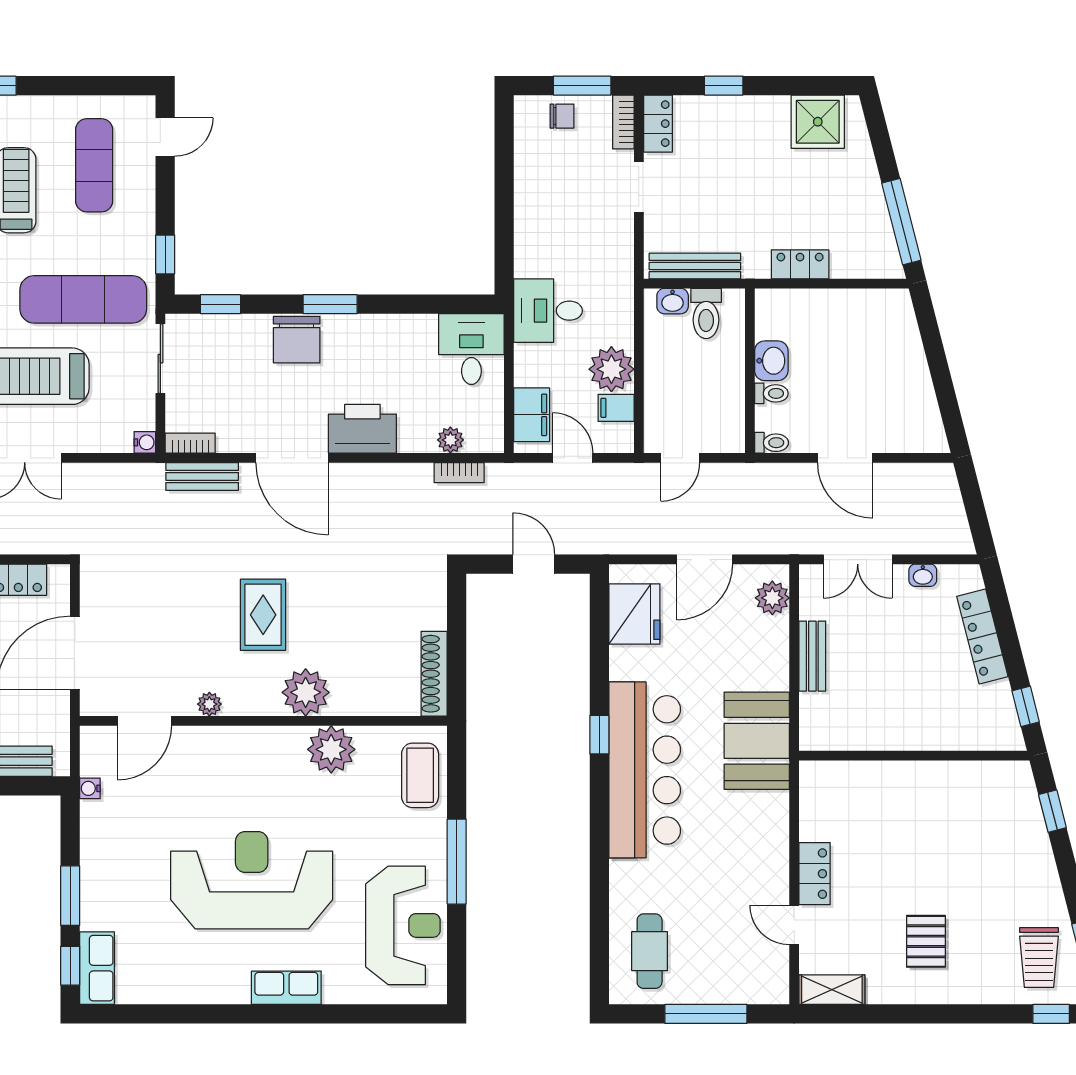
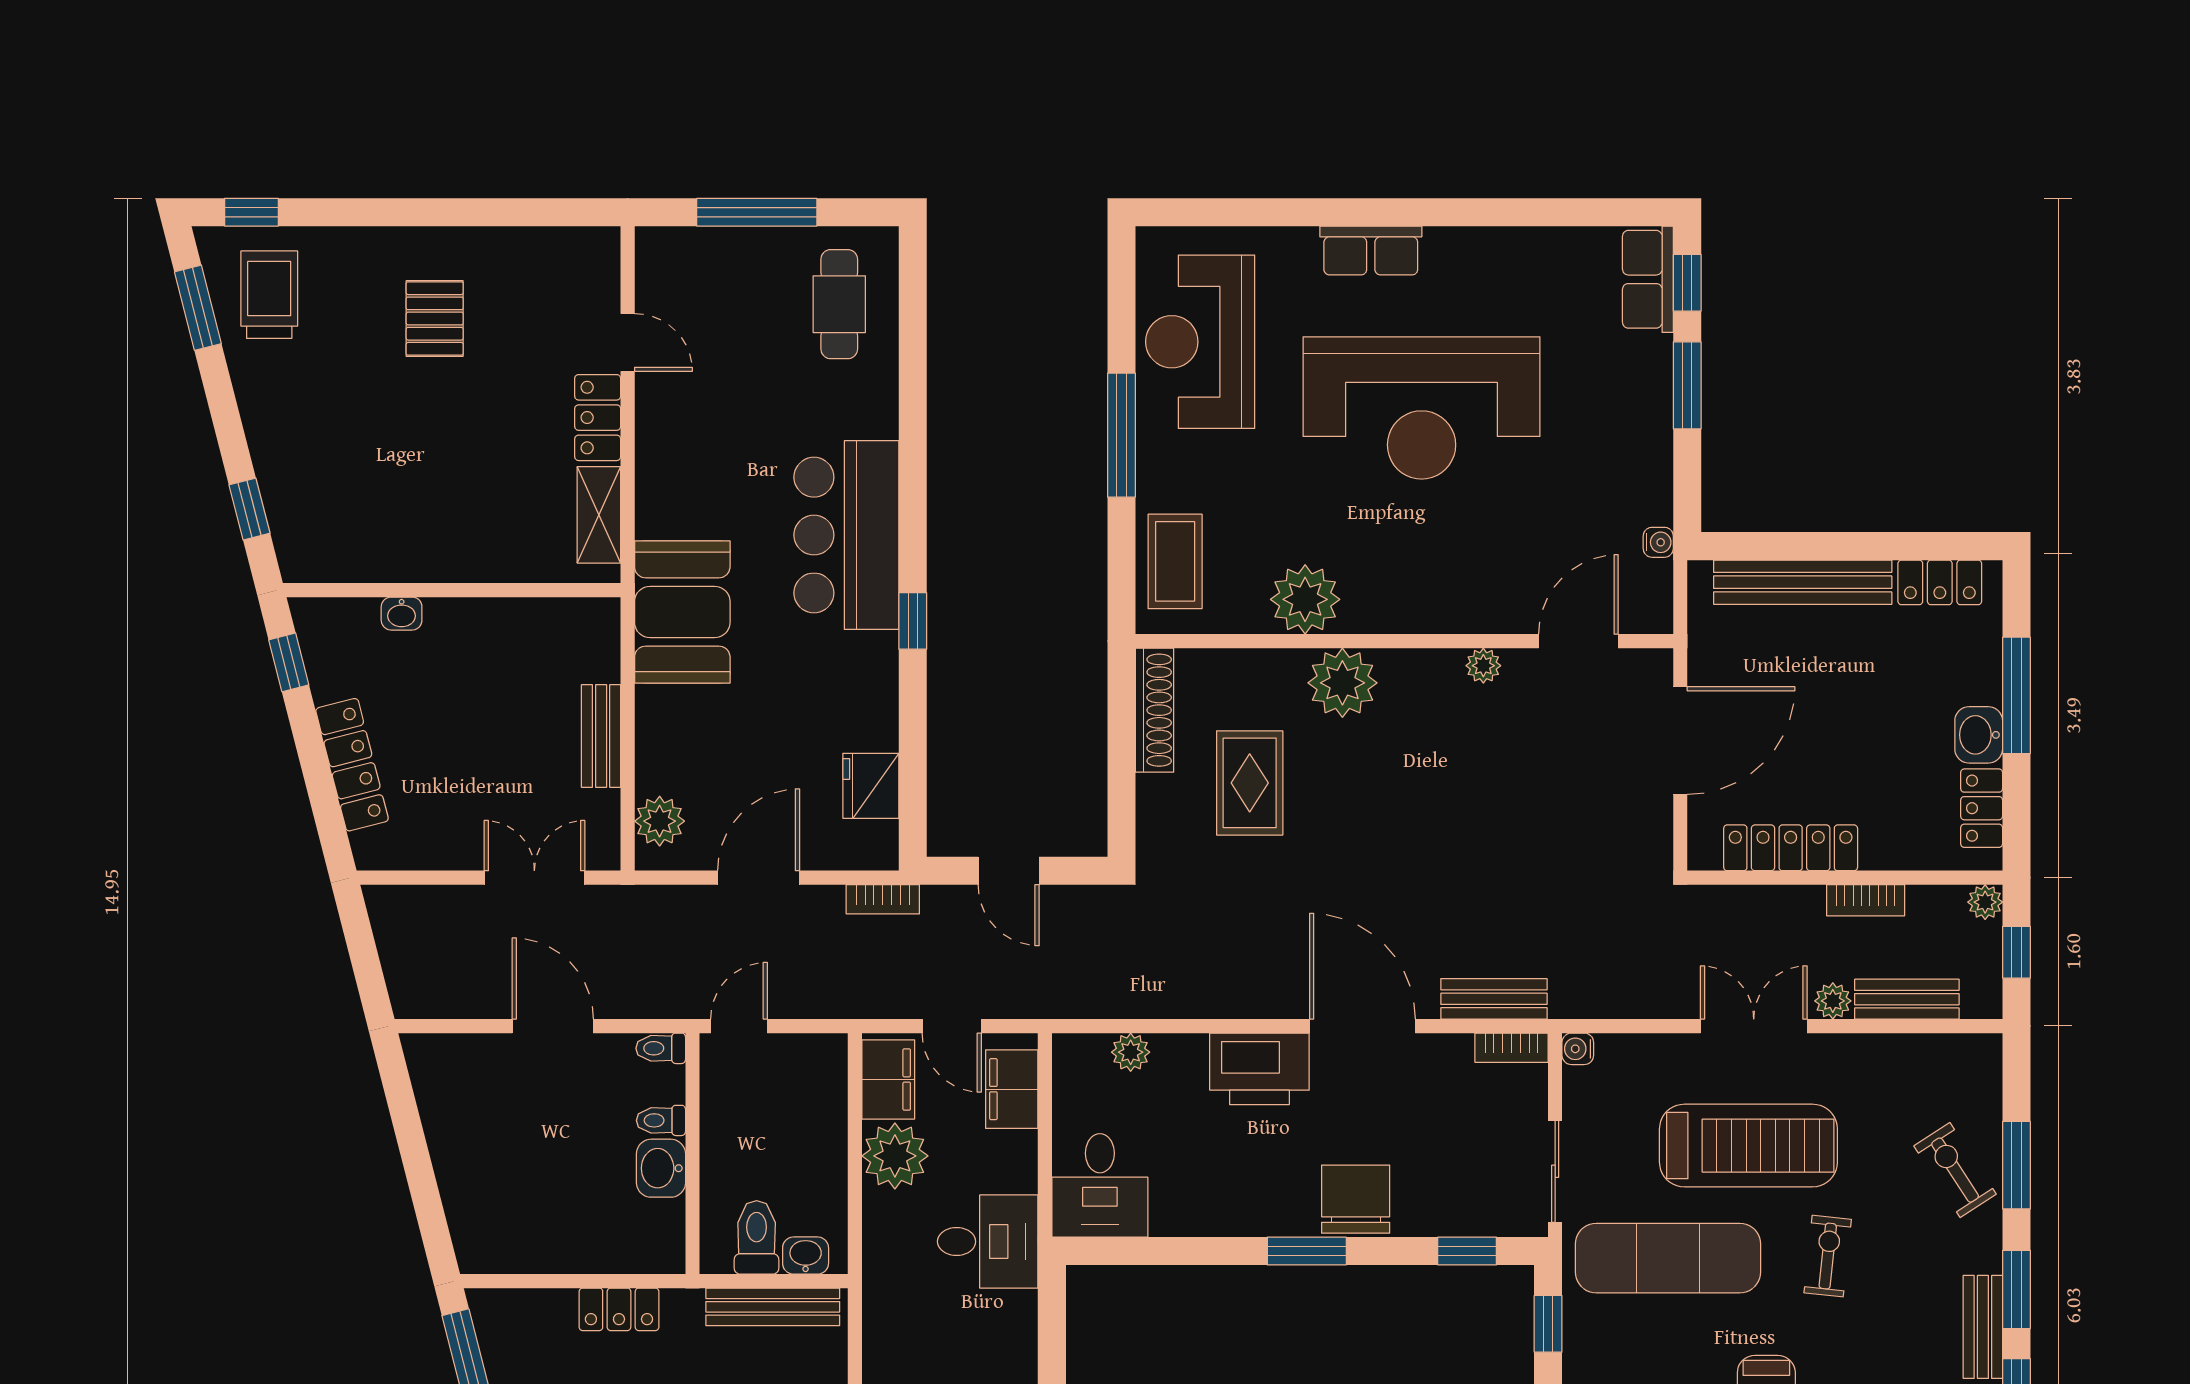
filing cabinet: (616, 408) -> (888, 1079), width x2.00
door: (680, 458) -> (739, 1026), moved
bookcase: (459, 473) -> (883, 899), moved, turned 180
washbasin: (923, 575) -> (402, 614), moved, turned 180
fridge: (634, 614) -> (871, 786), width x0.73, depth x0.75
rug: (263, 615) -> (1250, 783), moved
bar counter: (645, 770) -> (846, 535), width x0.73
shelving: (832, 990) -> (599, 515), moved, turned 90

